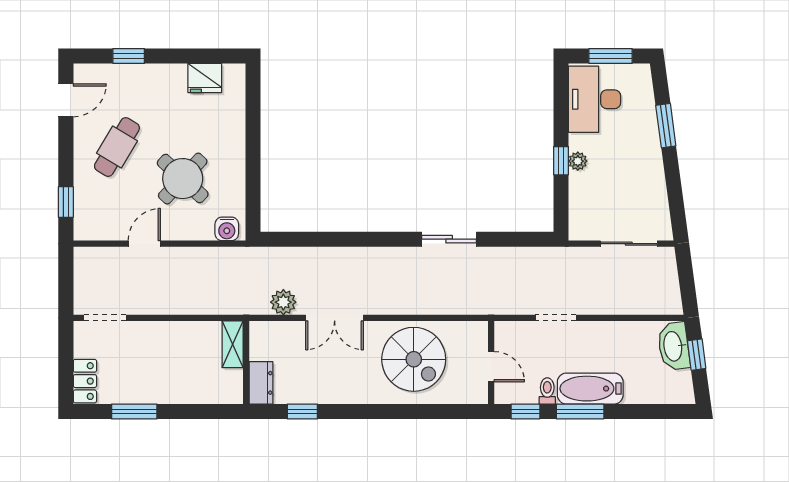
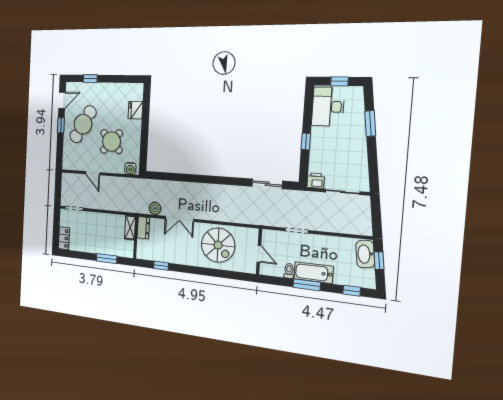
window: (611, 56) -> (339, 81), width x0.67
fridge: (205, 78) -> (135, 110), moved, turned 90
cafe table: (117, 147) -> (83, 124), width x1.37, depth x1.35
plant: (578, 161) -> (316, 142), removed
window: (66, 202) -> (61, 125), moved
printer: (583, 228) -> (316, 181), added
sliding door: (449, 239) -> (267, 184), moved
door: (144, 244) -> (93, 173), swing flipped
dresser: (261, 383) -> (143, 228), moved
window: (134, 412) -> (107, 259), moved
window: (525, 412) -> (352, 291), moved

